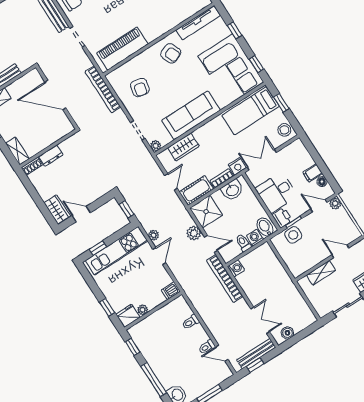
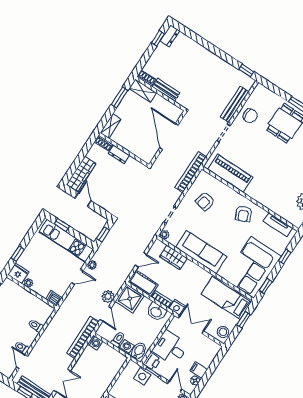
tv unit: (198, 23) -> (278, 225), width x0.71
wardrobe: (57, 210) -> (81, 174), width x1.50

